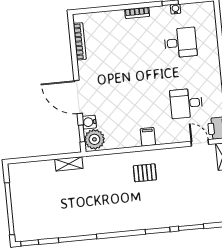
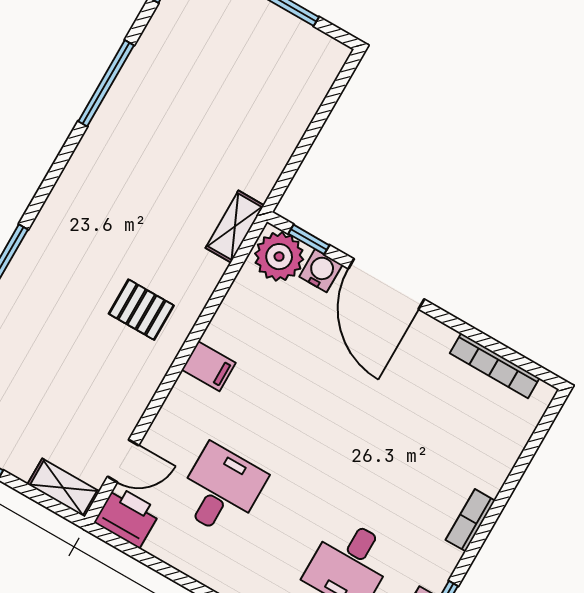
door: (78, 97) -> (386, 284), swing flipped
shelving: (69, 164) -> (235, 227), moved
pallet: (145, 173) -> (141, 310), turned 90

